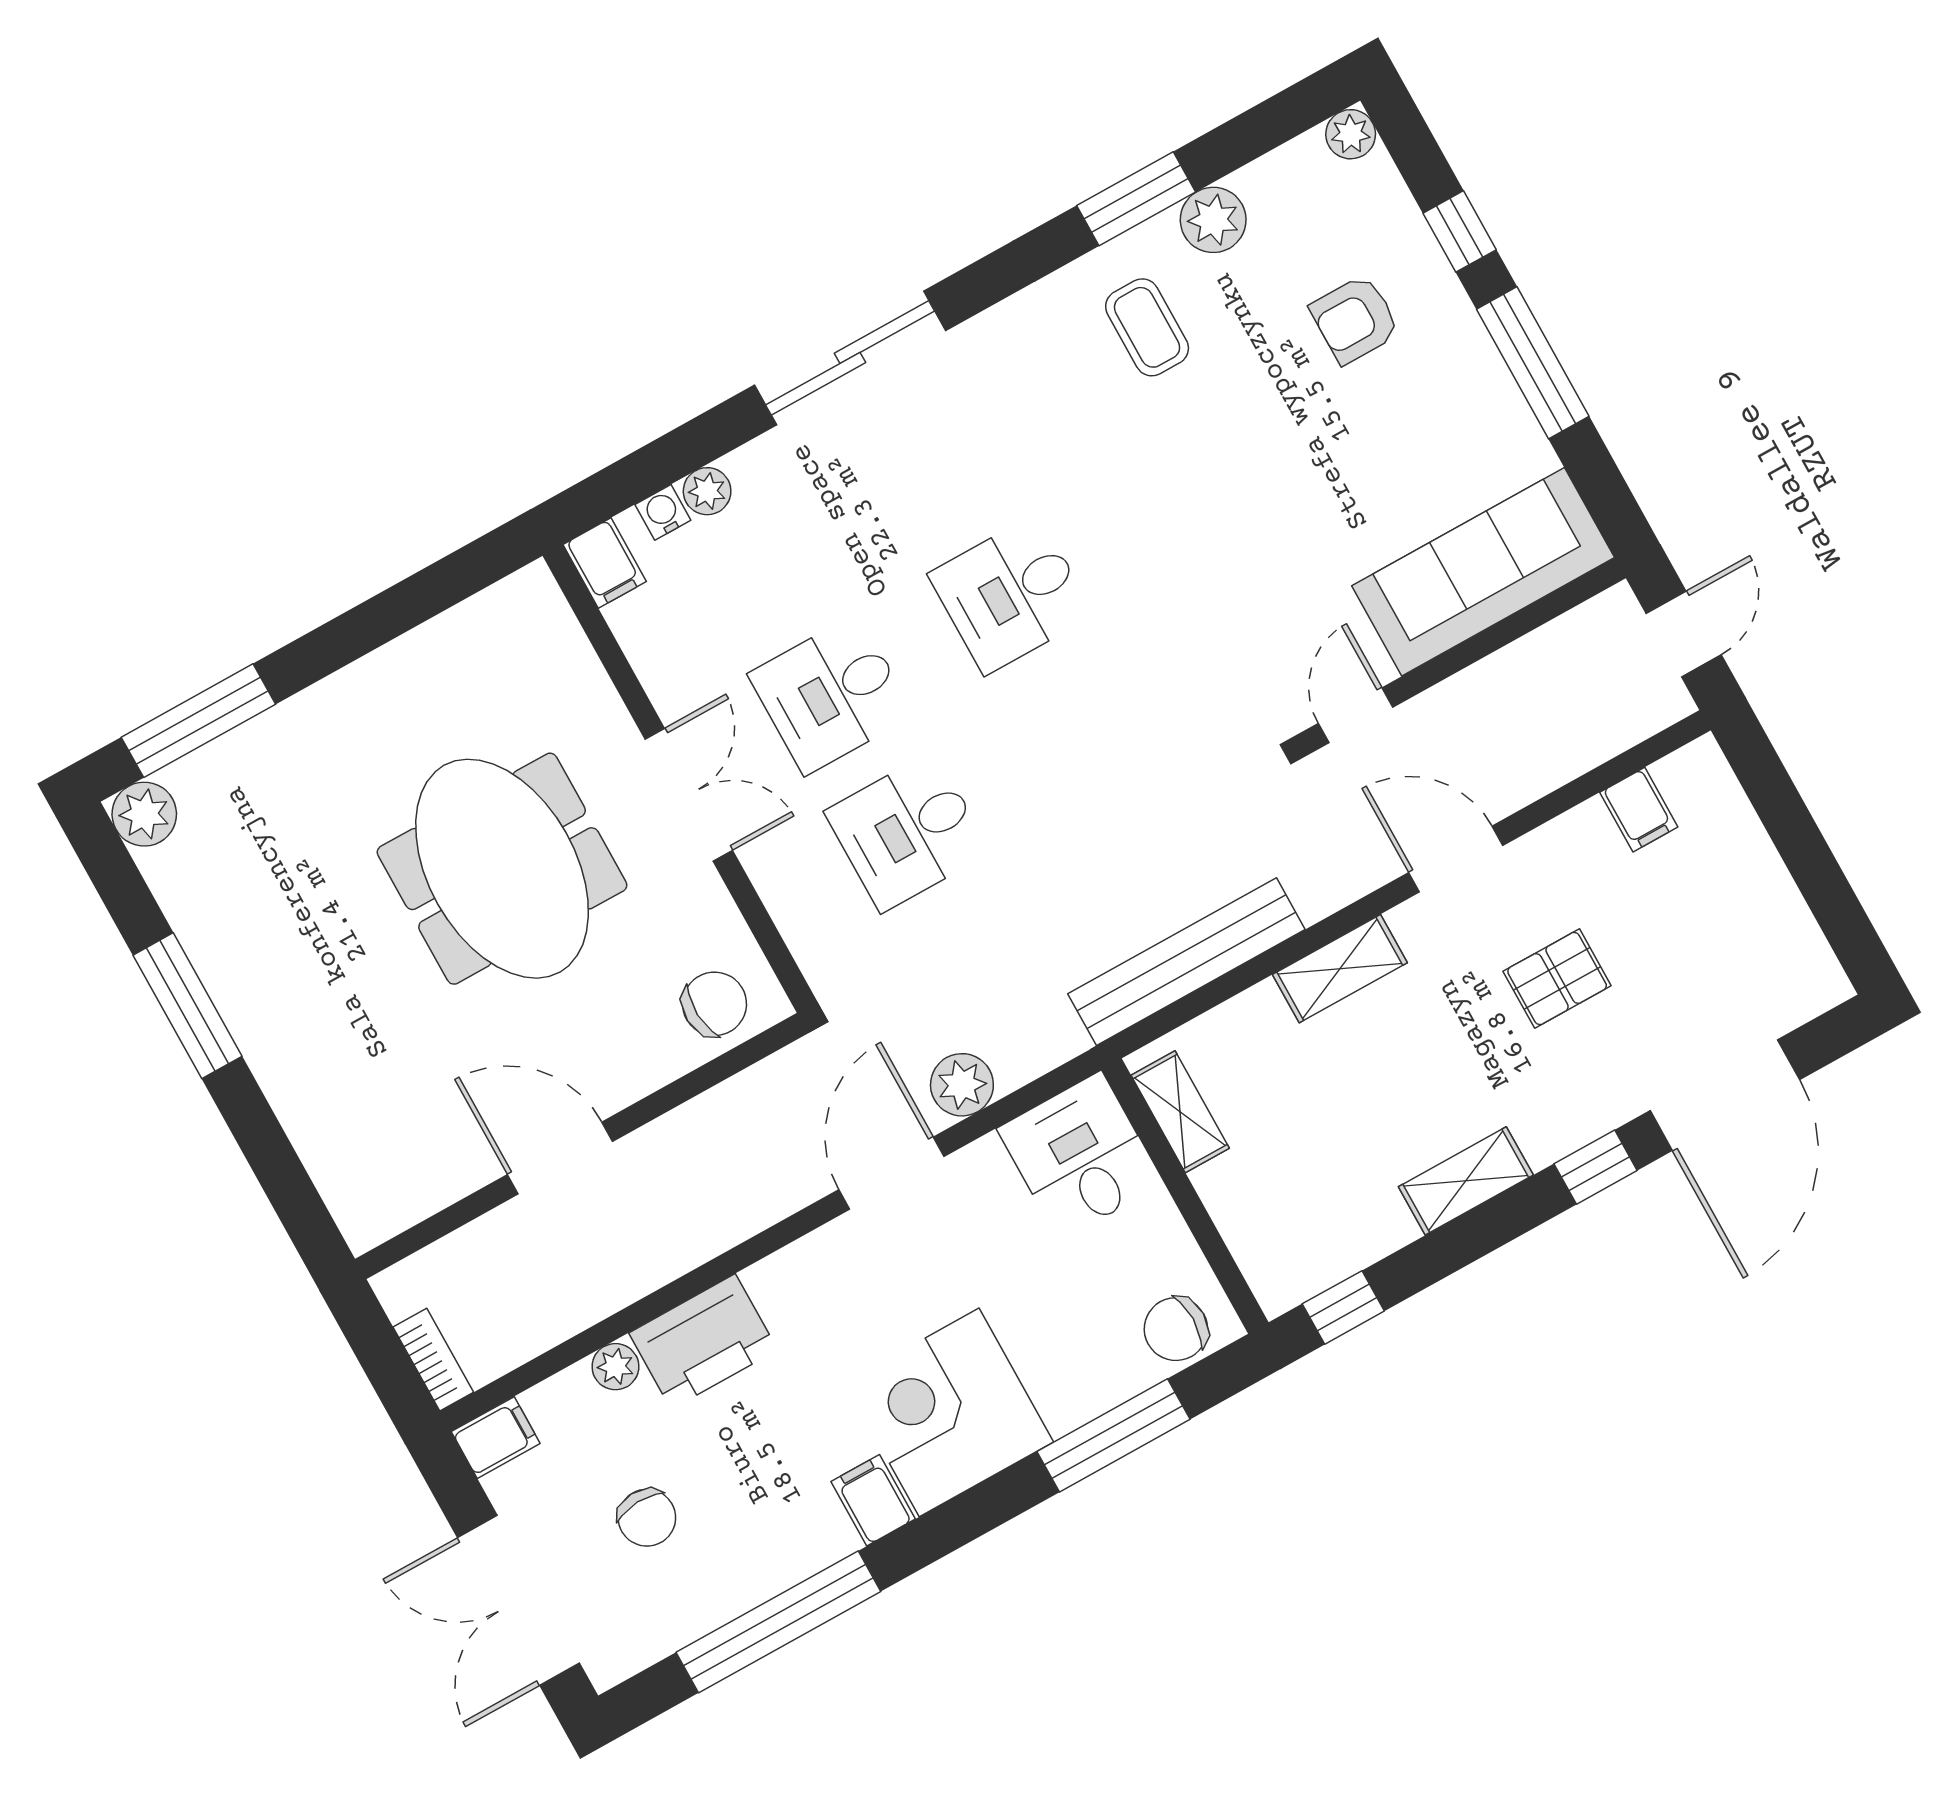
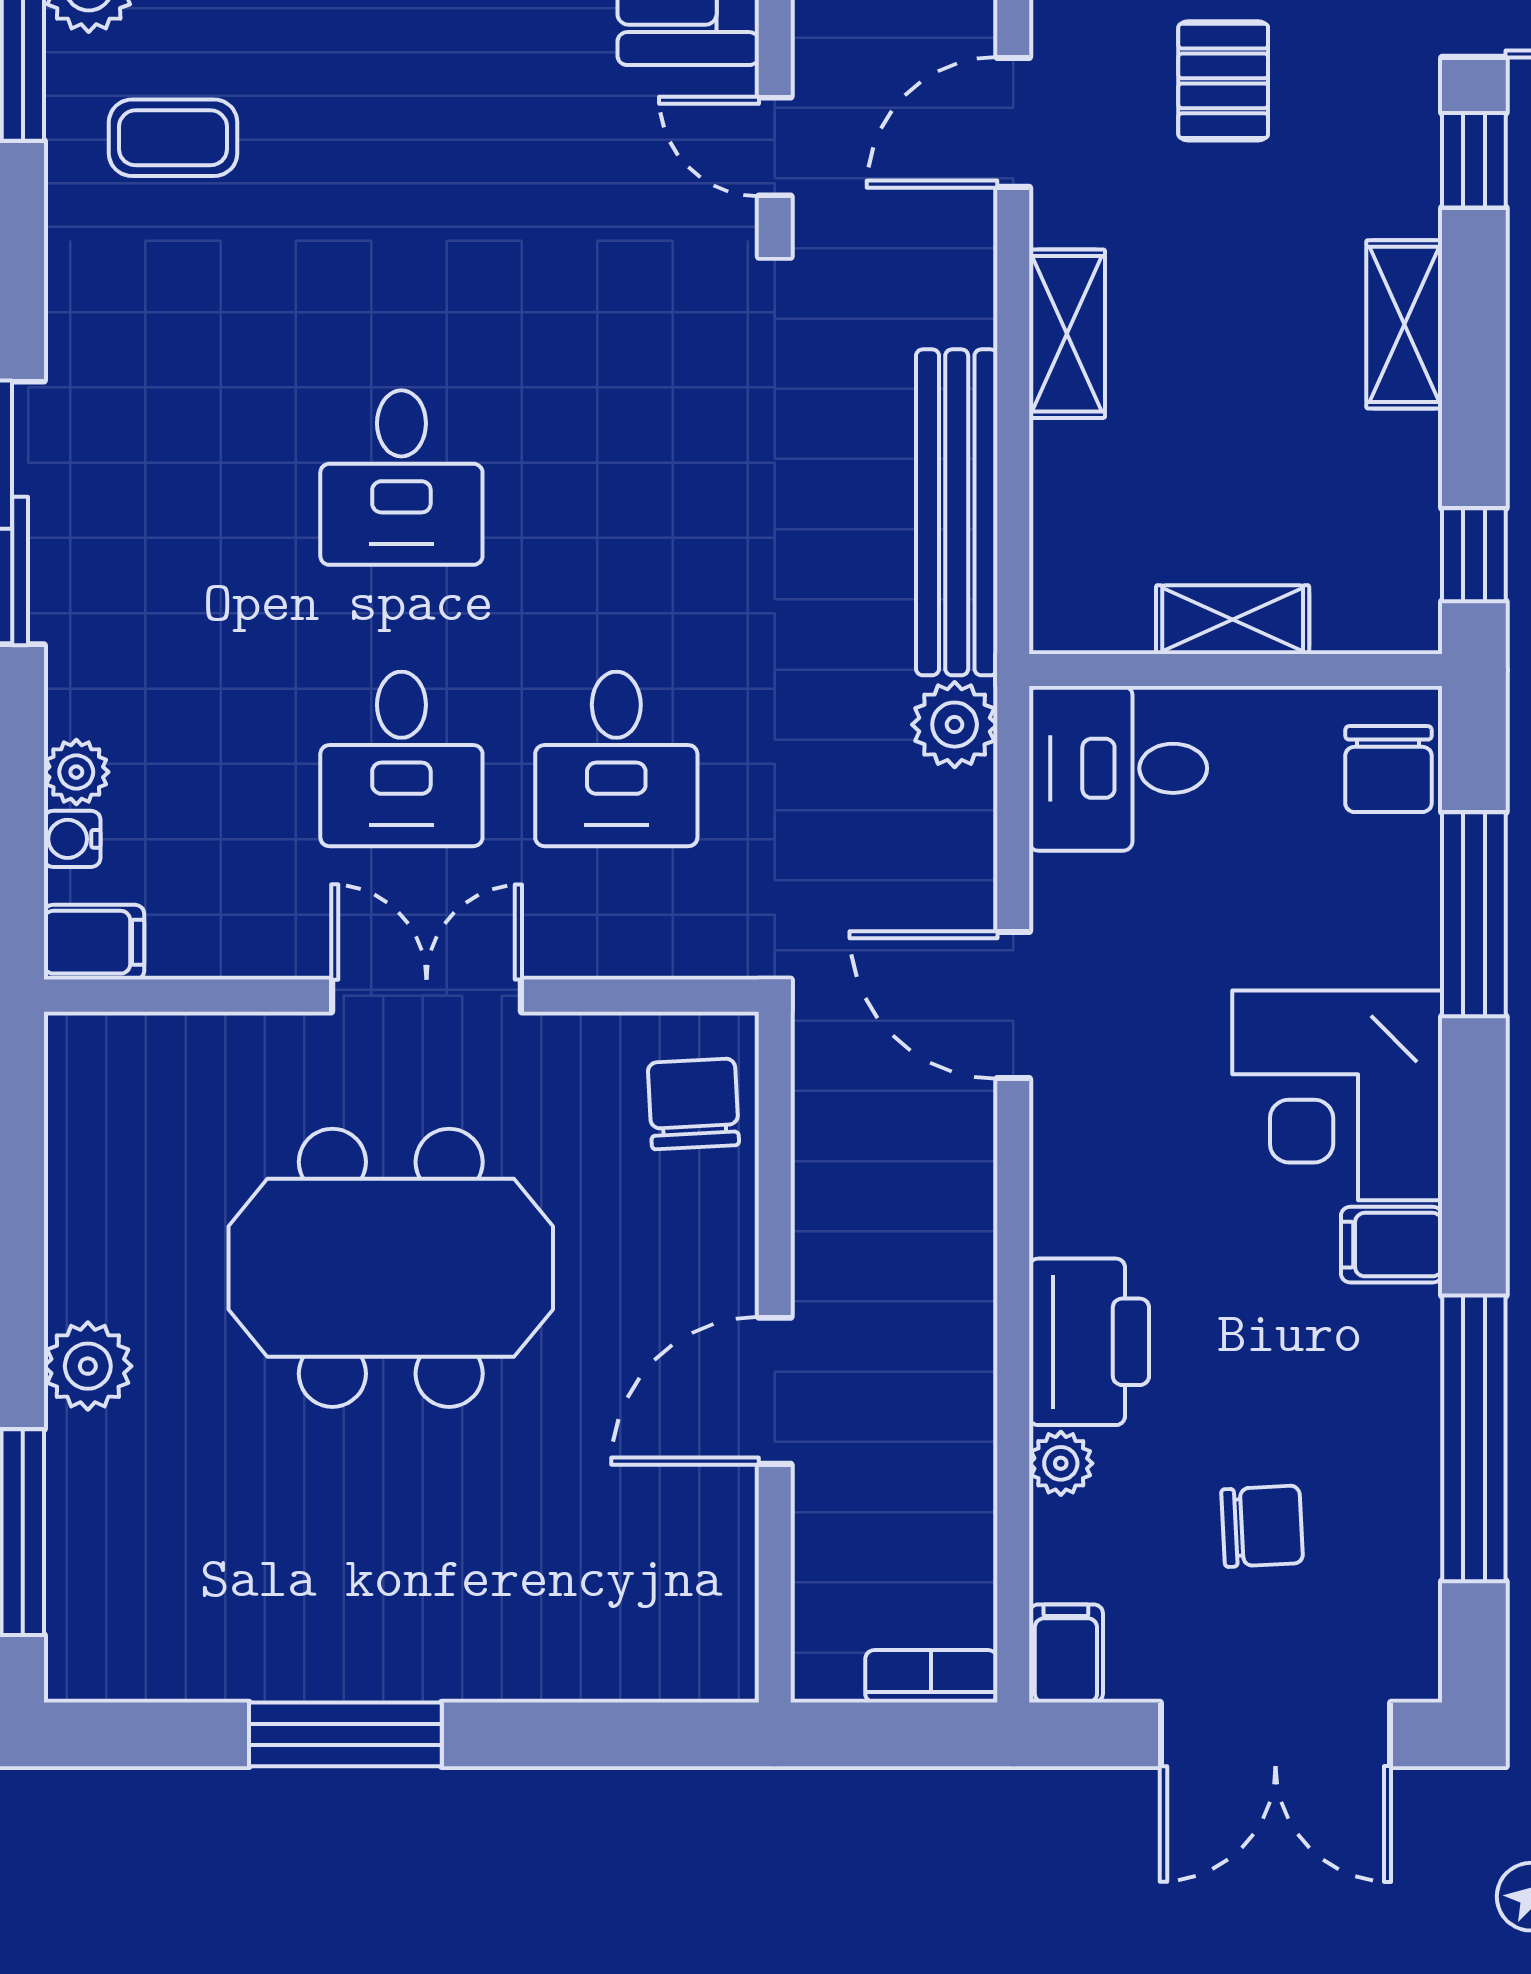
plant: (144, 814) -> (88, 1366), moved
plant: (962, 1085) -> (955, 725), moved
shelving: (1180, 1112) -> (1233, 620), moved

